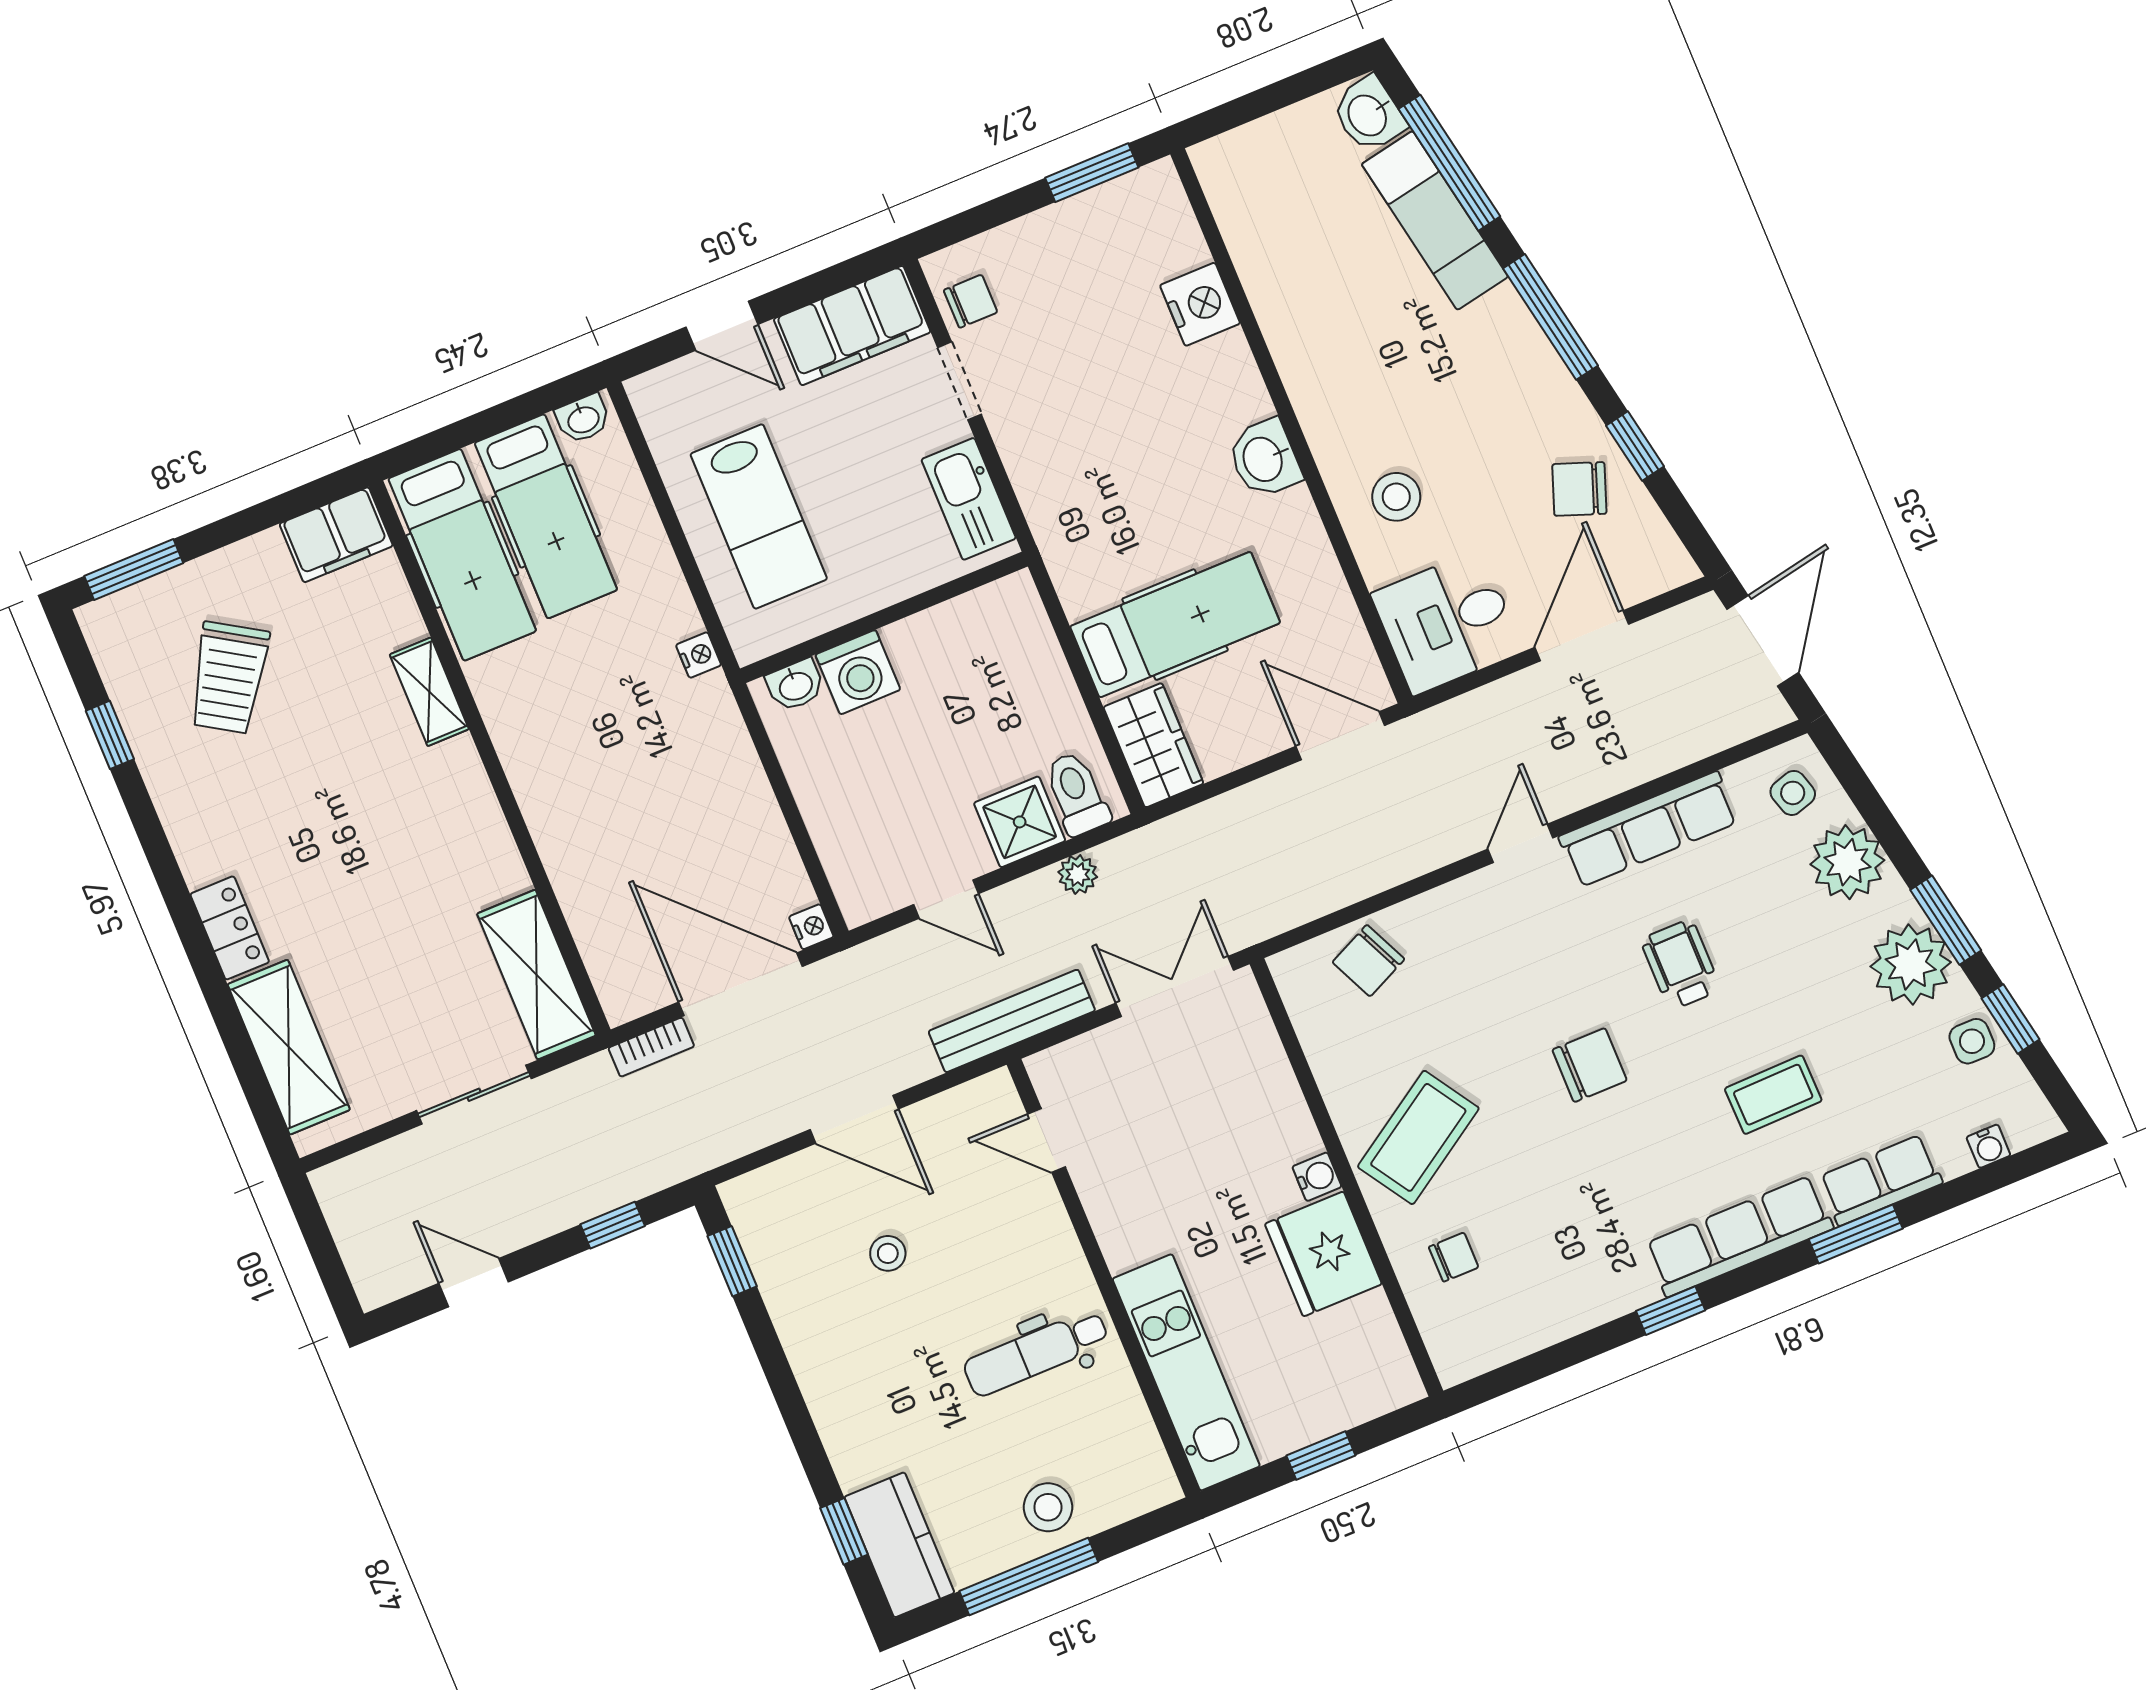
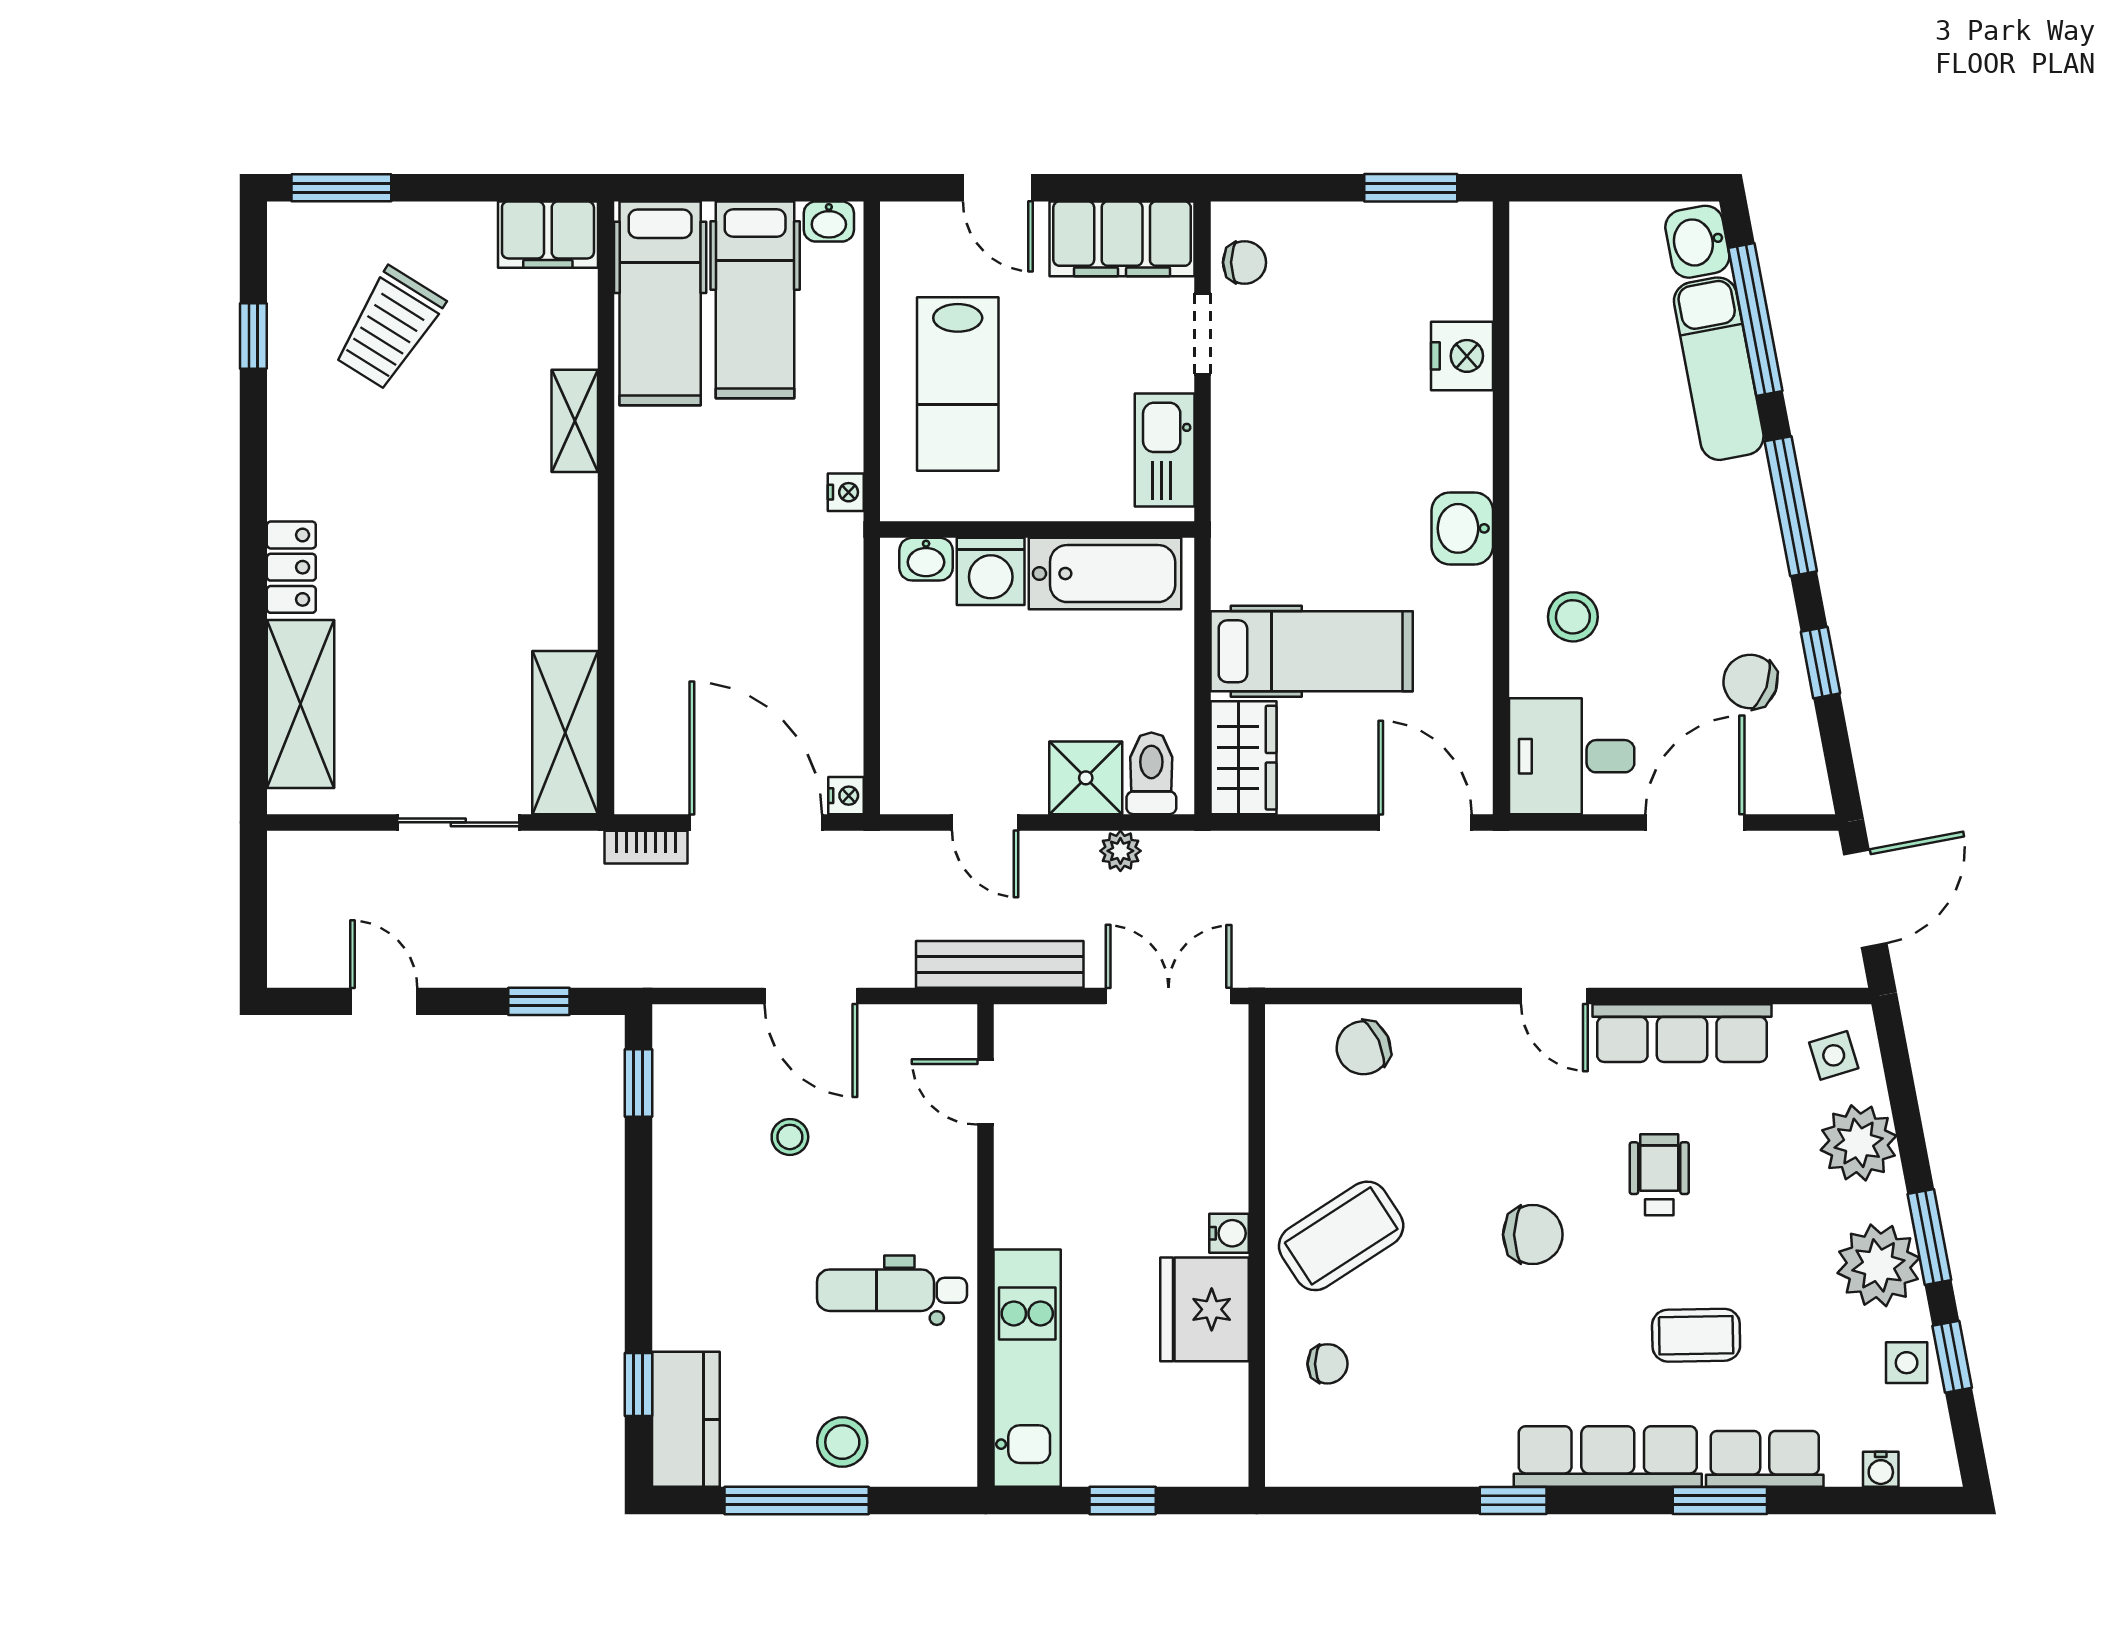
bathtub: (961, 632) -> (1105, 574), added
door: (1520, 843) -> (1554, 996), swing flipped

